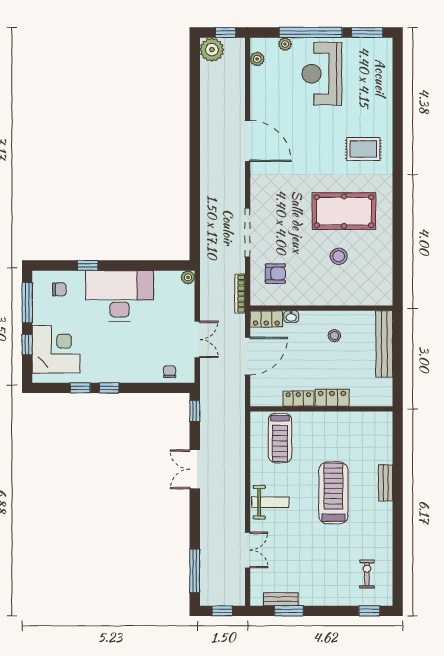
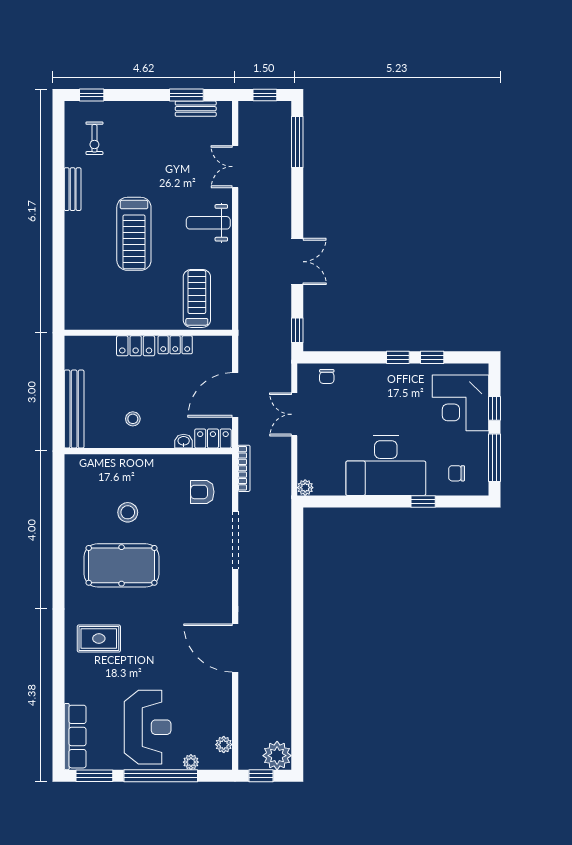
row of seats: (383, 66) -> (75, 737), added
bench: (386, 483) -> (73, 189), moved

